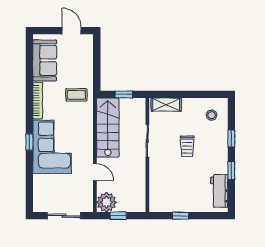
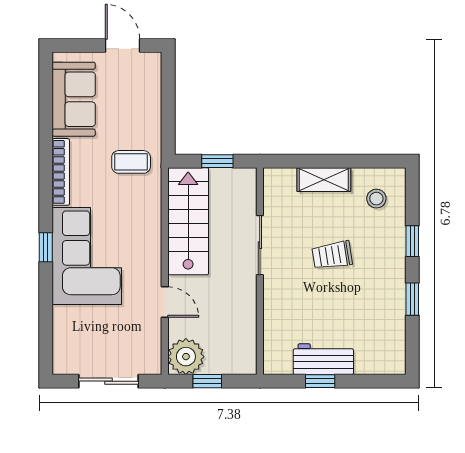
shelving: (166, 105) -> (324, 180), moved
trolley: (187, 146) -> (332, 255), turned 81
workbench: (219, 191) -> (323, 359), moved, turned 90

